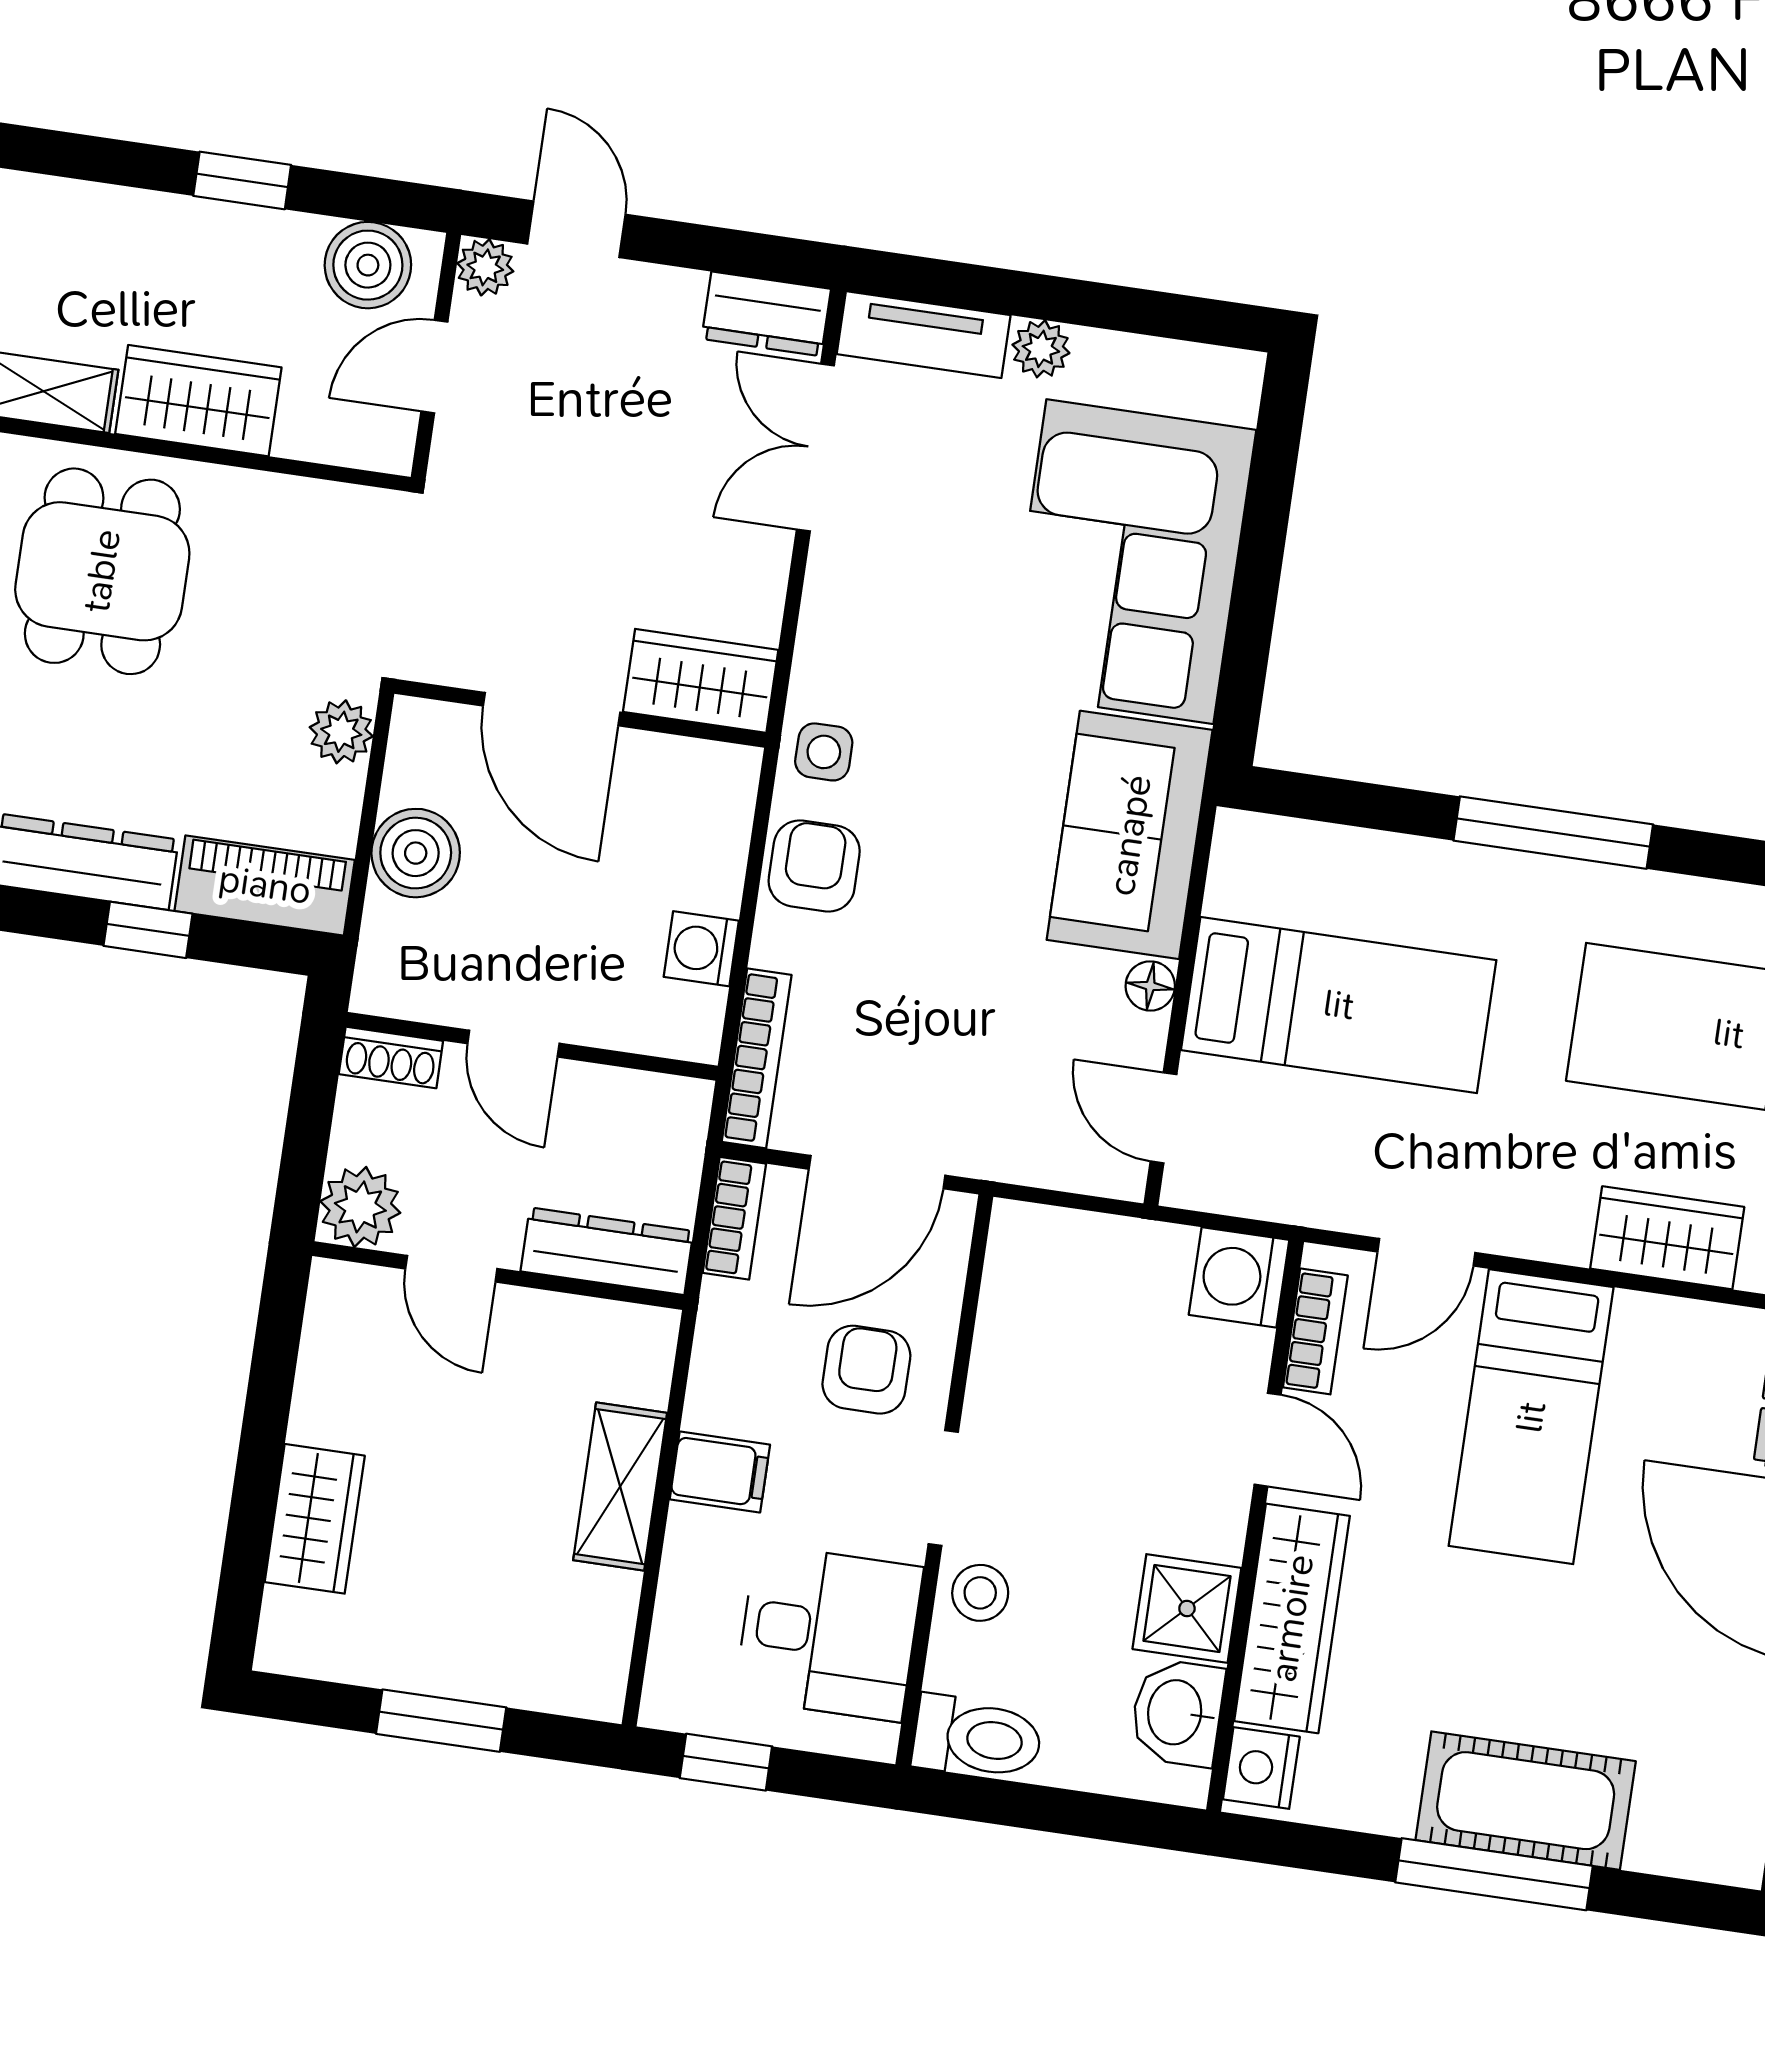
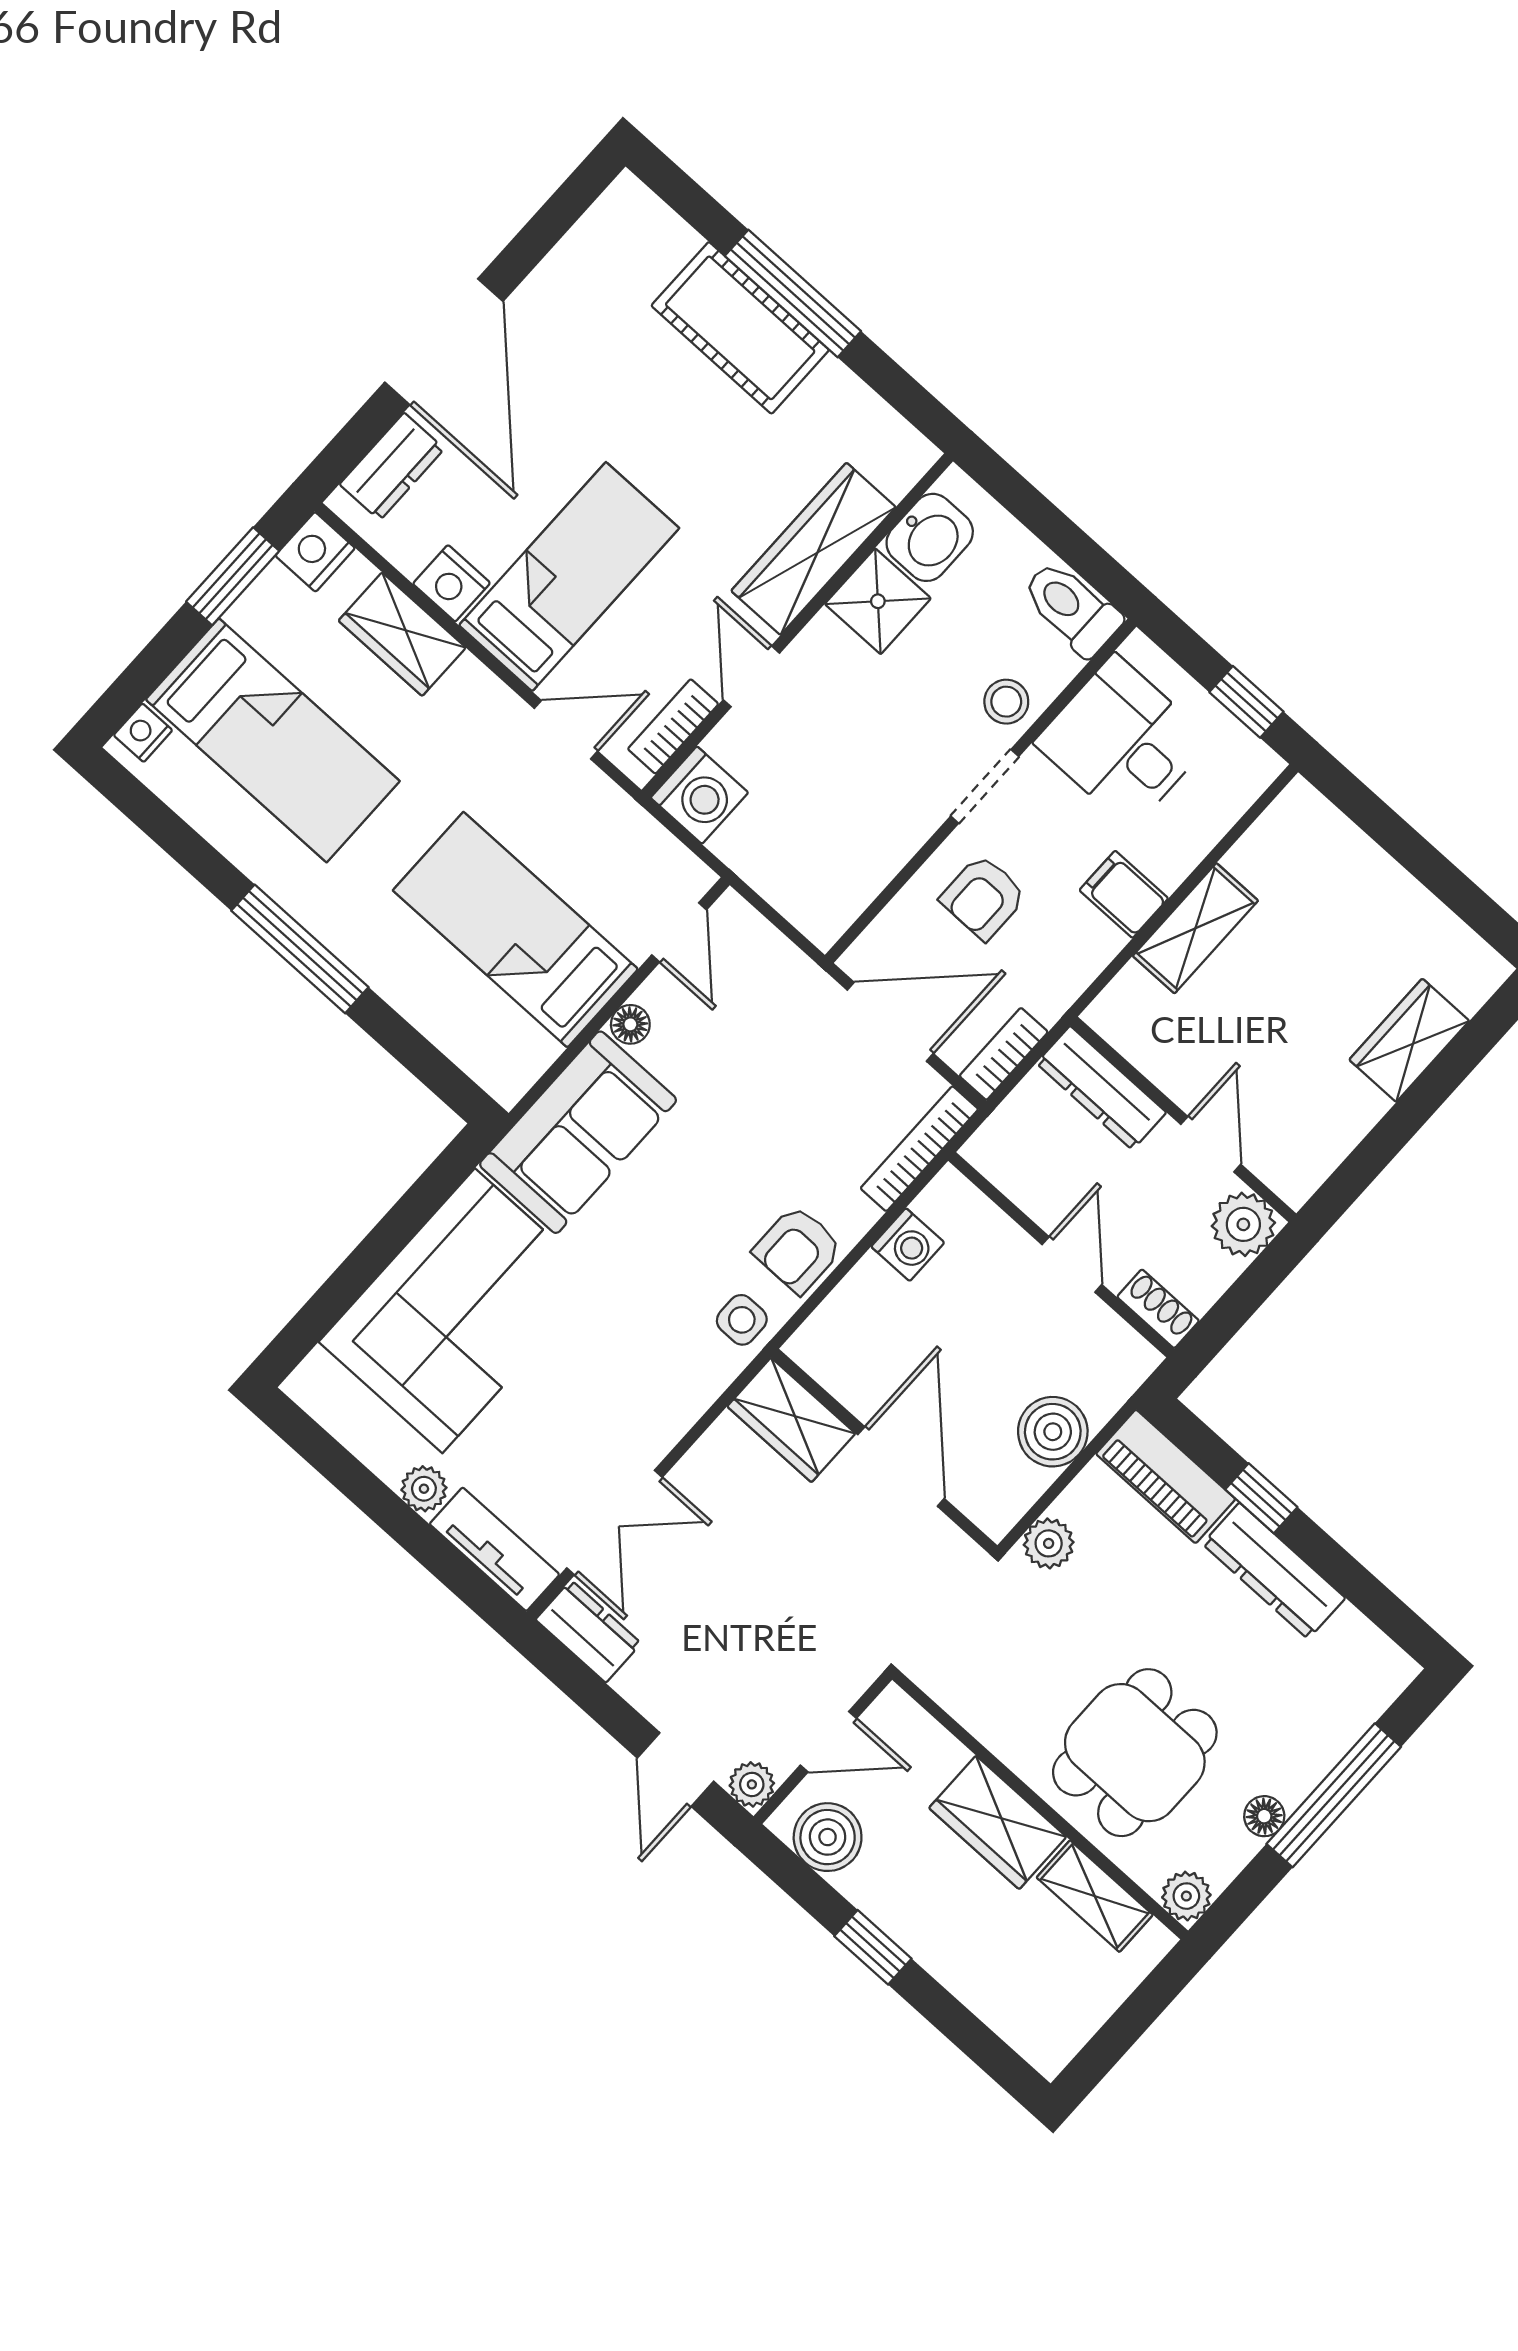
window: (441, 1721) -> (1415, 853), removed
nightstand: (1261, 1768) -> (452, 583), moved, turned 90

